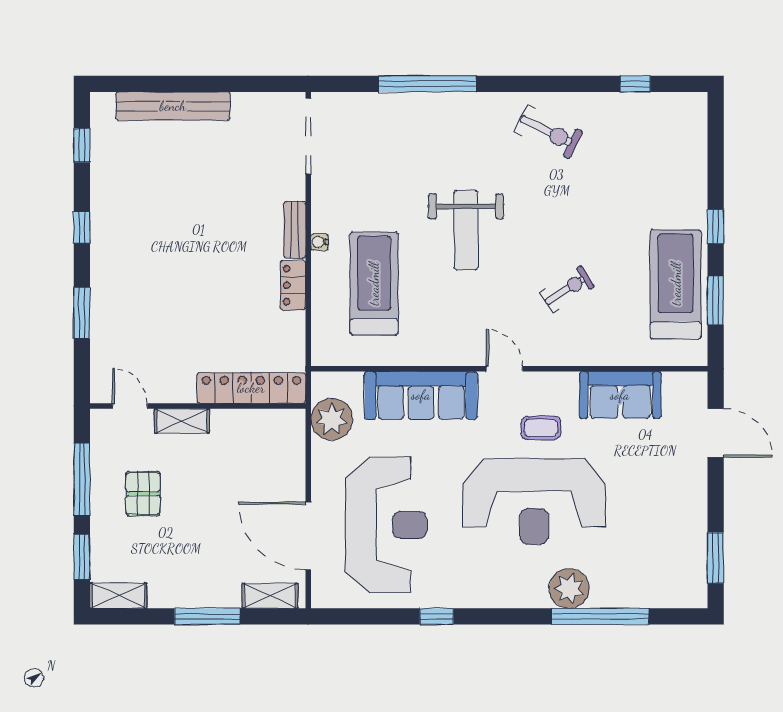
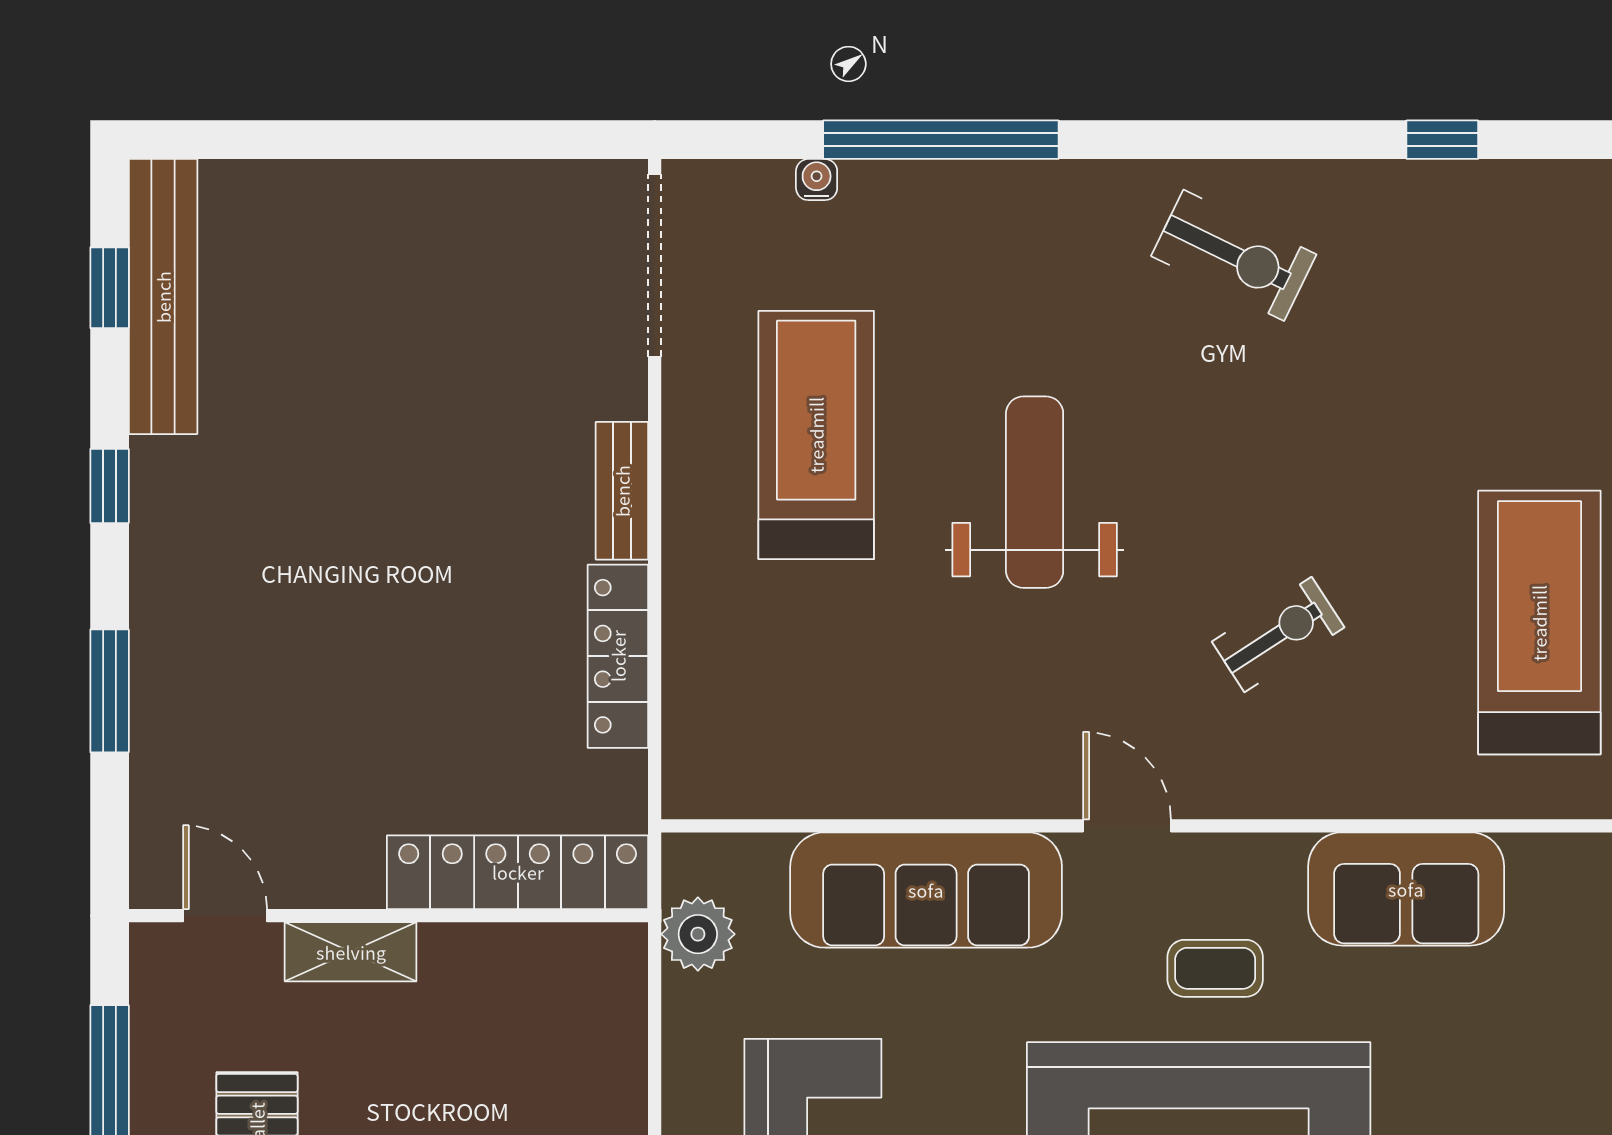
bench: (173, 106) -> (163, 297), moved, turned 90
weight bench: (466, 230) -> (1035, 492), turned 180
water cooler: (319, 242) -> (817, 180), moved, turned 90
treadmill: (374, 284) -> (816, 435), moved
locker: (293, 285) -> (618, 656), width x1.53
plant: (332, 419) -> (698, 934), width x0.73, depth x0.73

